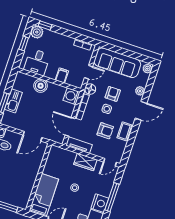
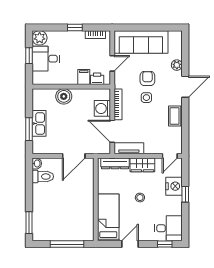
window: (45, 25) -> (75, 27), moved
desk: (37, 62) -> (46, 59), moved, turned 90
plant: (147, 69) -> (177, 37), removed
printer: (72, 81) -> (97, 79), added
floor lamp: (90, 89) -> (120, 82), removed
washing machine: (72, 96) -> (102, 108), moved
armchair: (105, 131) -> (153, 122), removed
dresser: (64, 153) -> (115, 163), added
window: (112, 197) -> (185, 194), width x0.46
nightstand: (100, 203) -> (174, 186), moved

